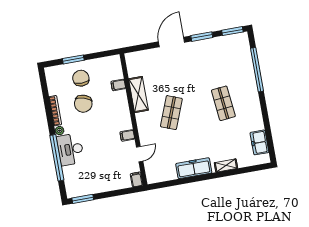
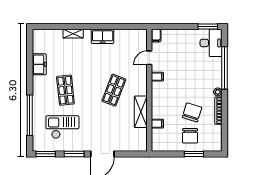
checkout: (220, 63) -> (62, 127), added
freezer: (259, 142) -> (39, 64), moved
desk: (70, 149) -> (211, 43), moved
freezer: (194, 168) -> (103, 36), width x0.71

